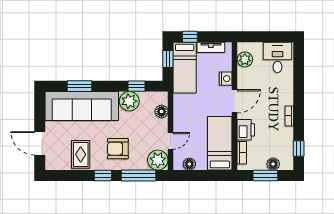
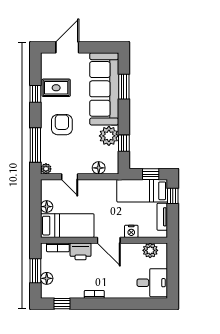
plant: (158, 160) -> (46, 169), width x0.53, depth x0.53
floor lamp: (189, 164) -> (47, 207), moved
window: (103, 175) -> (35, 94), moved

